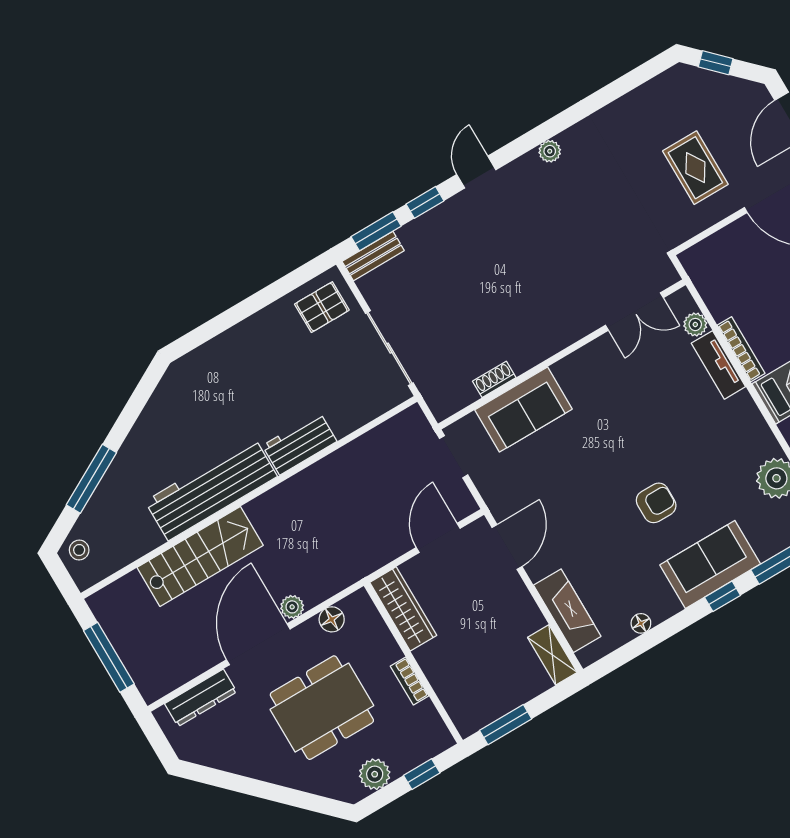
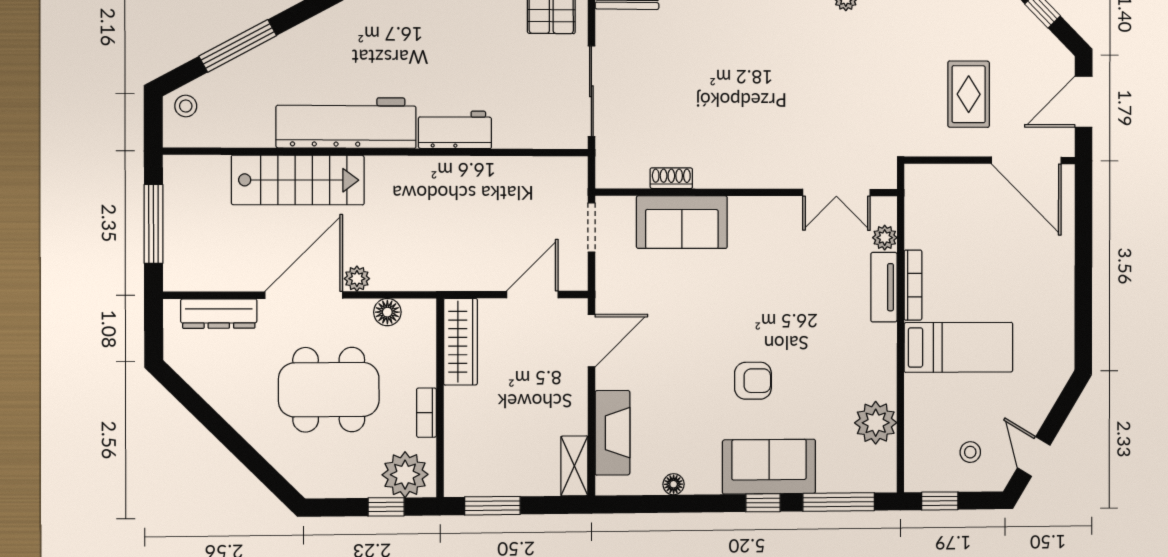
plant: (375, 774) -> (405, 475), moved, width x1.36, depth x1.36

